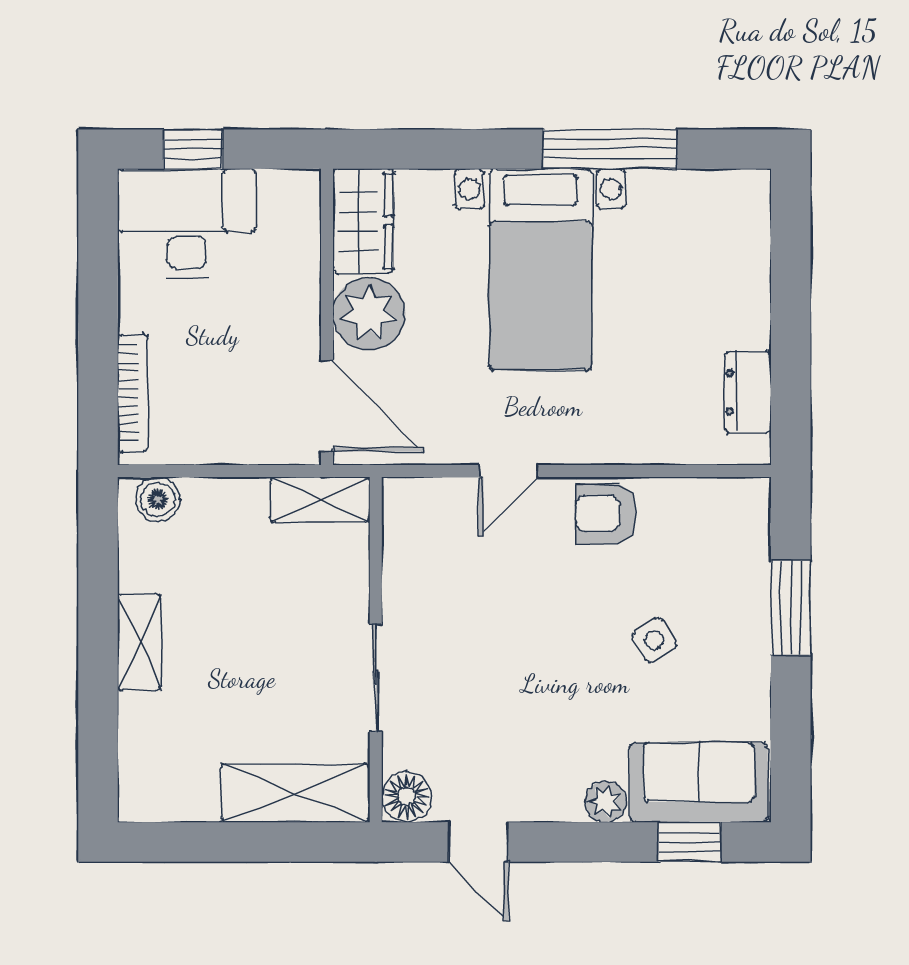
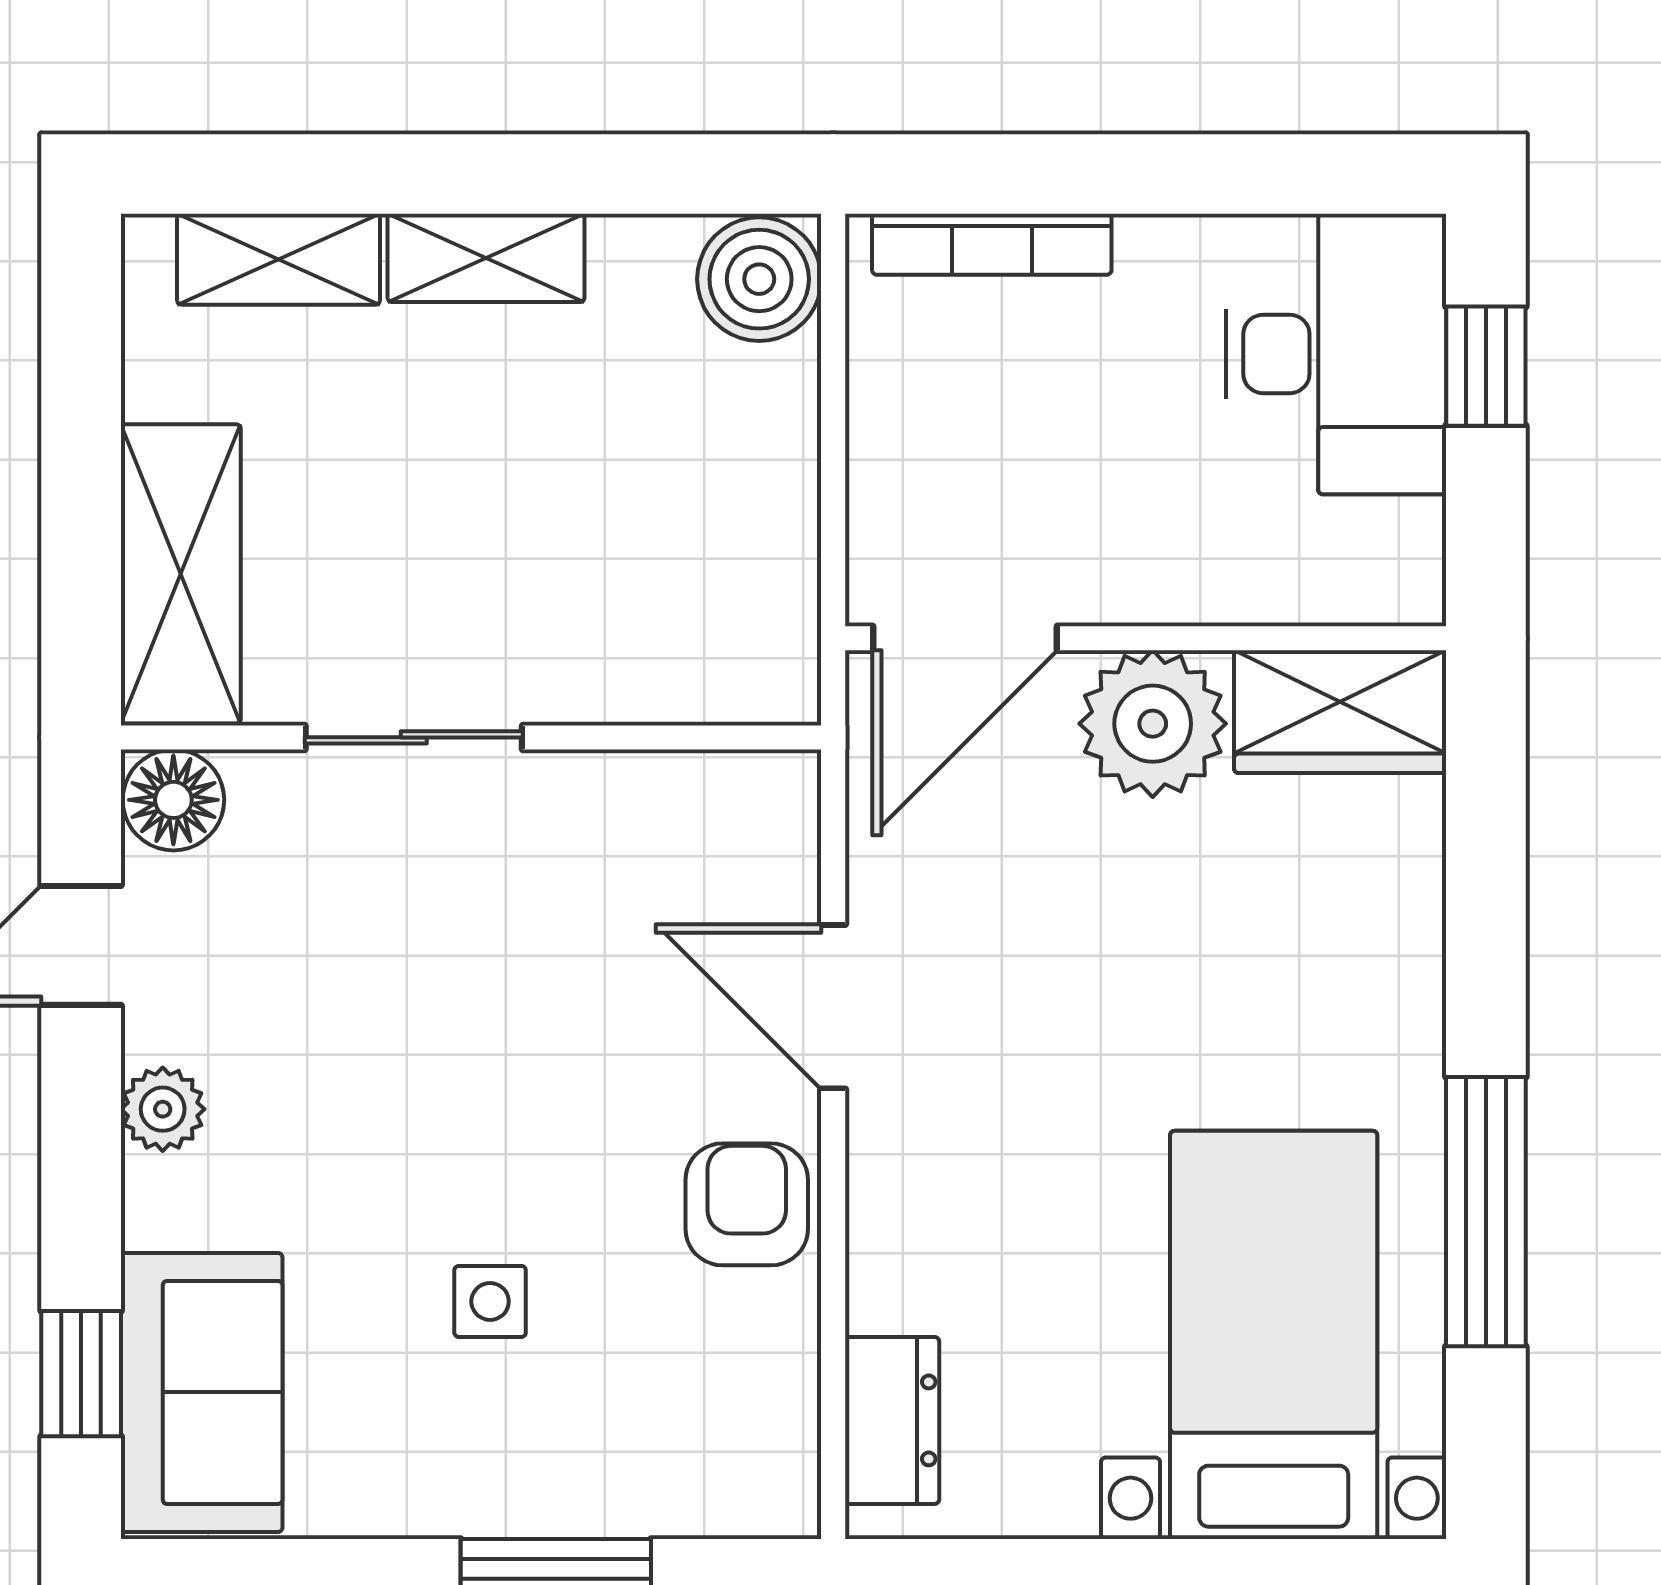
bed with nightstands: (540, 269) -> (1274, 1335), moved, turned 90
dresser: (748, 392) -> (892, 1420), moved, turned 90
door: (509, 471) -> (833, 1007), width x1.37
boiler: (158, 499) -> (759, 279), width x1.36, depth x1.36
shelving: (320, 499) -> (278, 259), moved, turned 90
side table: (654, 640) -> (490, 1301), turned 31
plant: (605, 802) -> (163, 1109), moved

